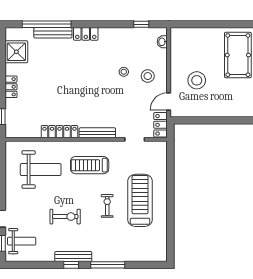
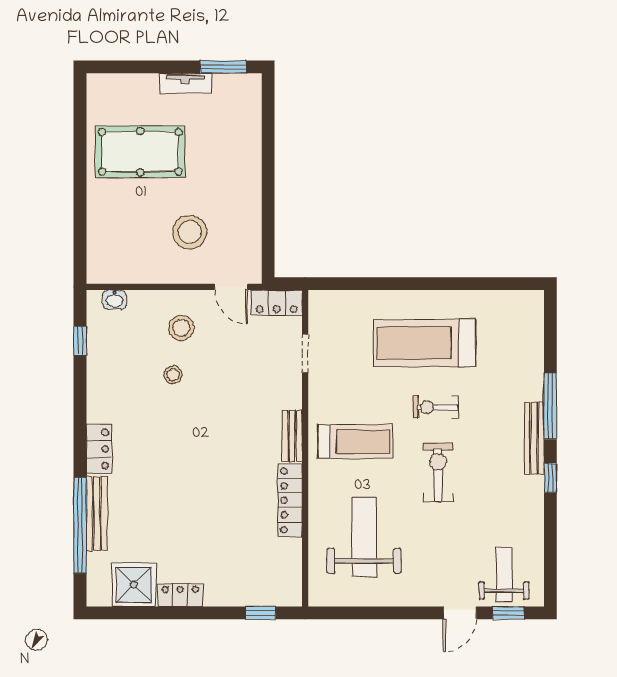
locker: (11, 87) -> (180, 595), moved
bench: (97, 133) -> (292, 436), width x0.73
treadmill: (90, 165) -> (355, 442), turned -90
exercise bike: (65, 217) -> (438, 472), moved
bench: (73, 257) -> (534, 438), moved

